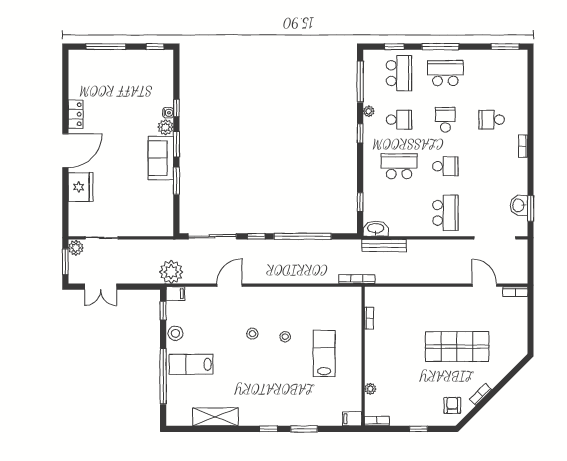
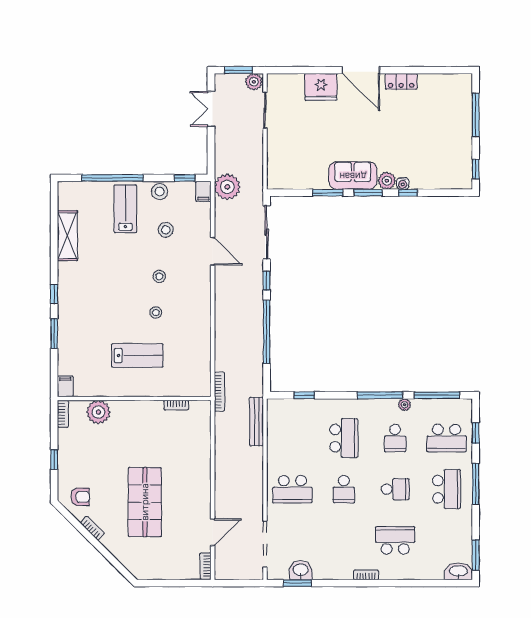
school desk: (492, 120) -> (395, 540), width x1.85
window: (360, 133) -> (380, 395), width x2.17
washbasin: (376, 229) -> (459, 571), moved, turned -90
stool: (210, 328) -> (166, 230), added
plant: (370, 389) -> (98, 412), width x1.88, depth x1.88

